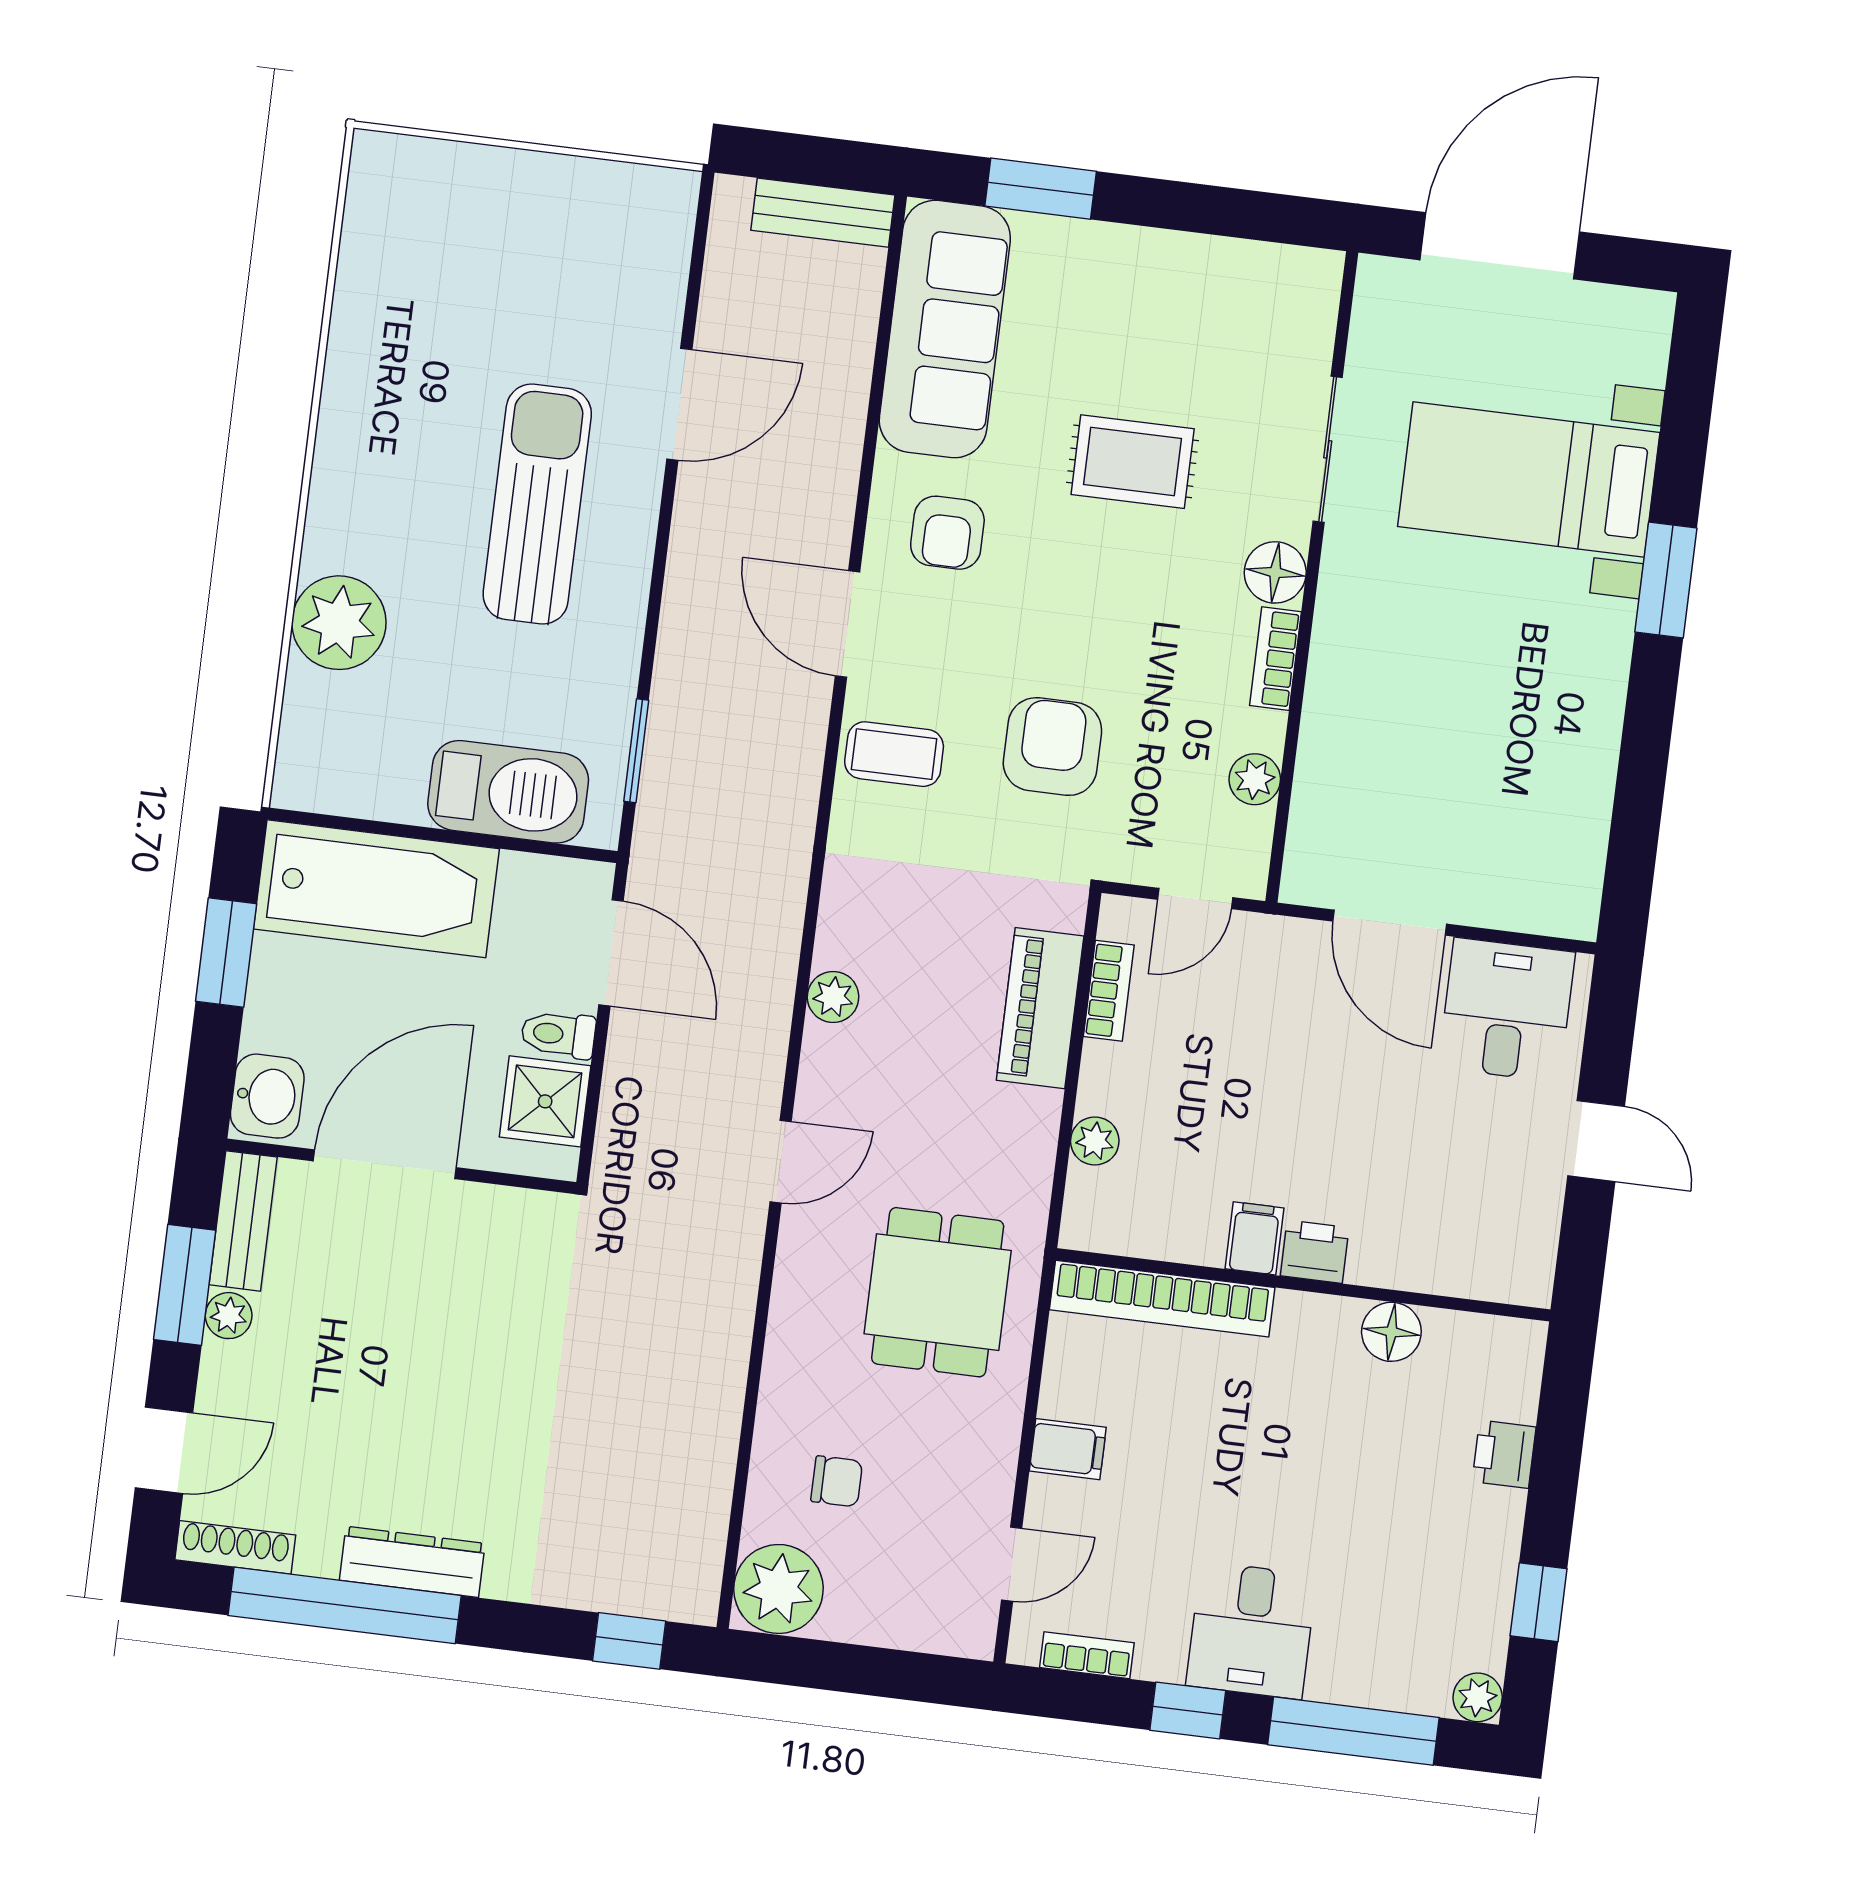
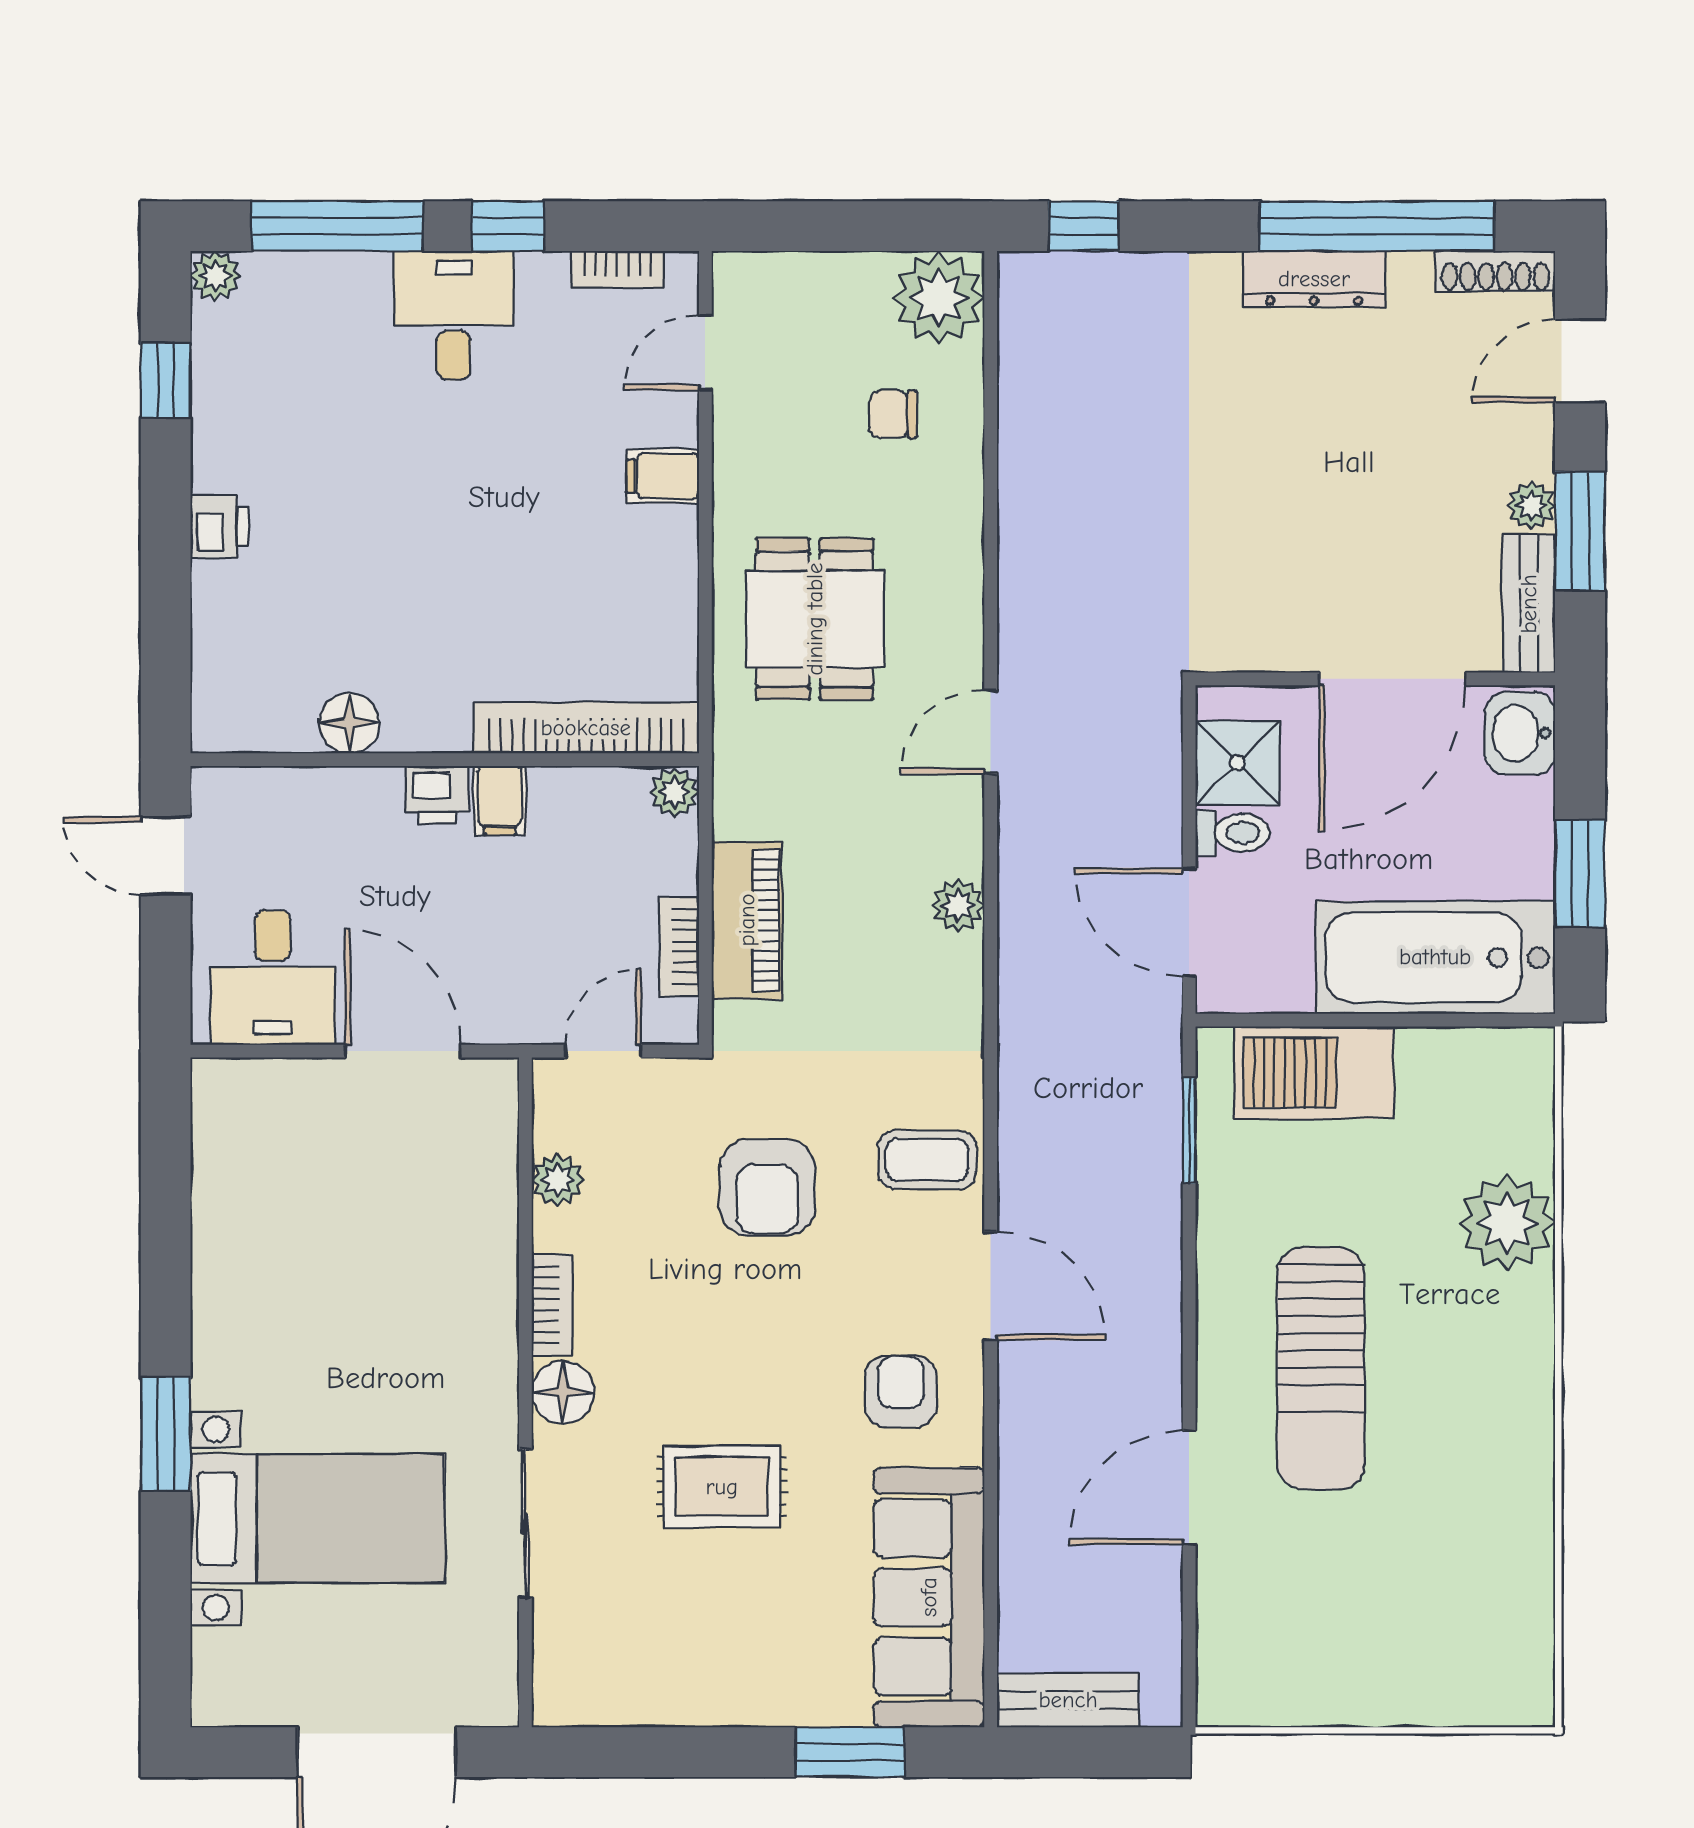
filing cabinet: (1255, 1238) -> (500, 800), moved
printer: (1315, 1252) -> (437, 795), moved
wall: (1303, 1285) -> (445, 760), moved
bookcase: (1162, 1299) -> (586, 728), moved
floor lamp: (1391, 1332) -> (349, 723), moved

